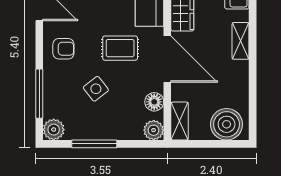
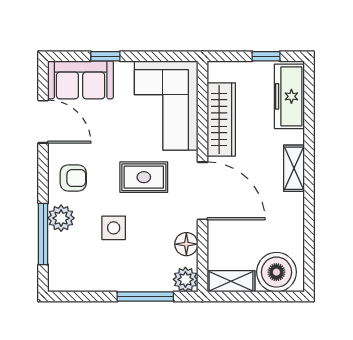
side table: (96, 89) -> (114, 228), turned 38
shelving: (180, 121) -> (231, 281), moved, turned 90
plant: (54, 130) -> (61, 218), moved
window: (94, 144) -> (145, 297), moved

